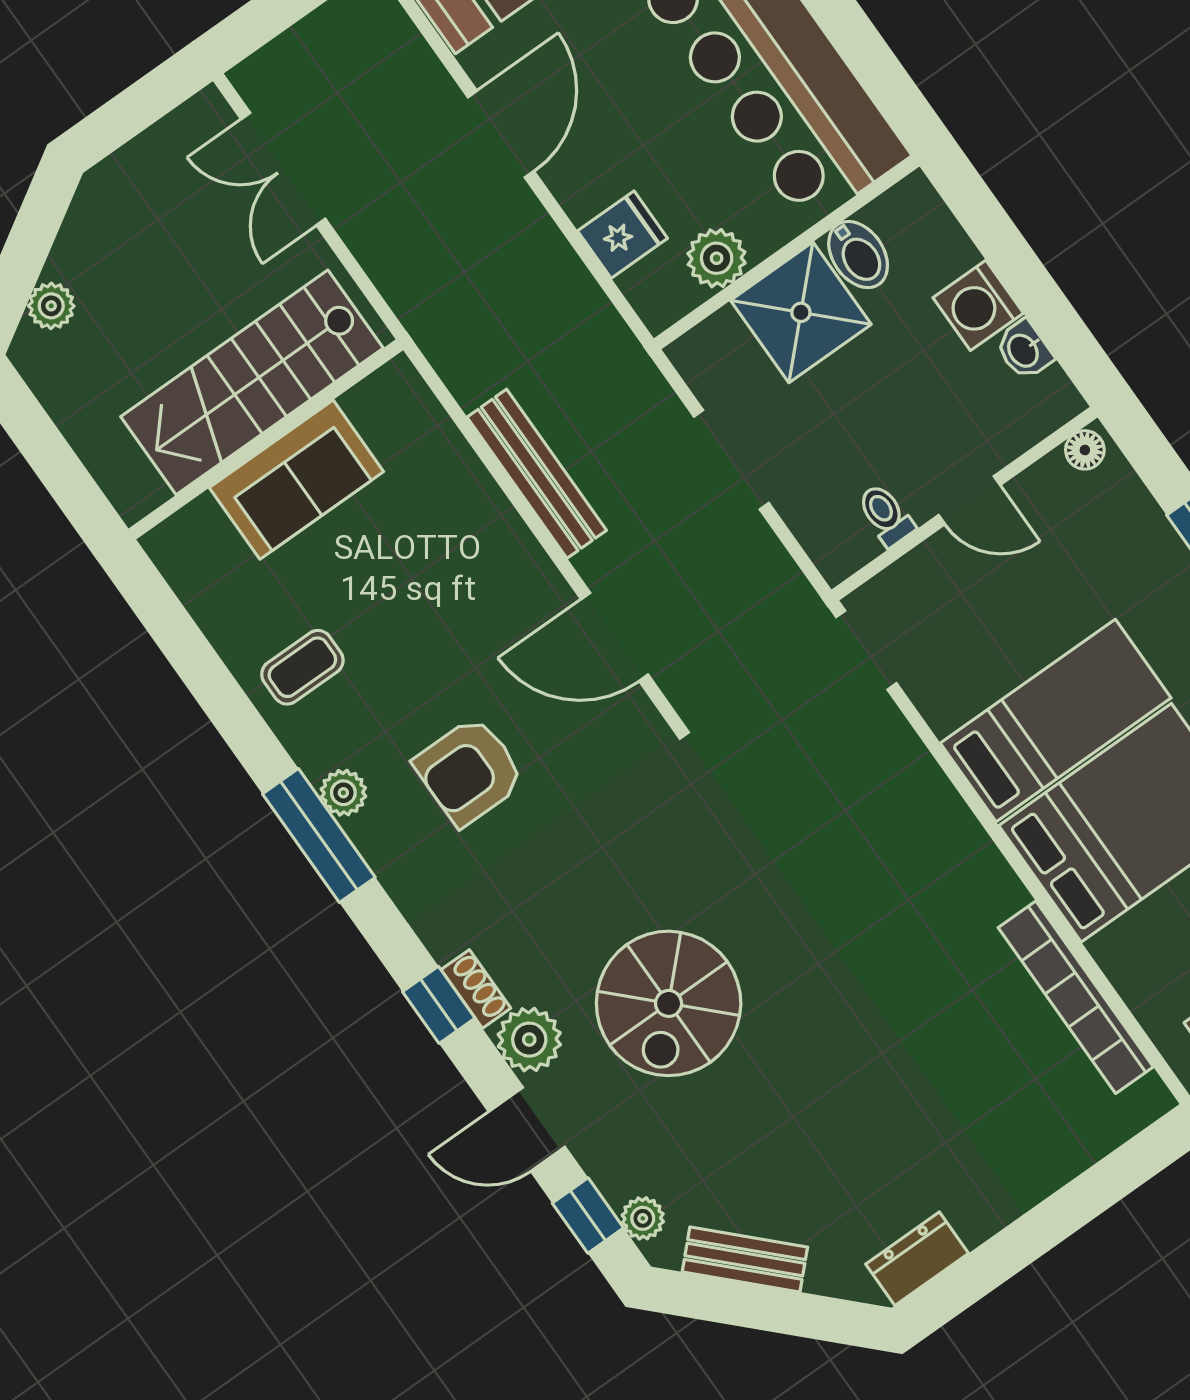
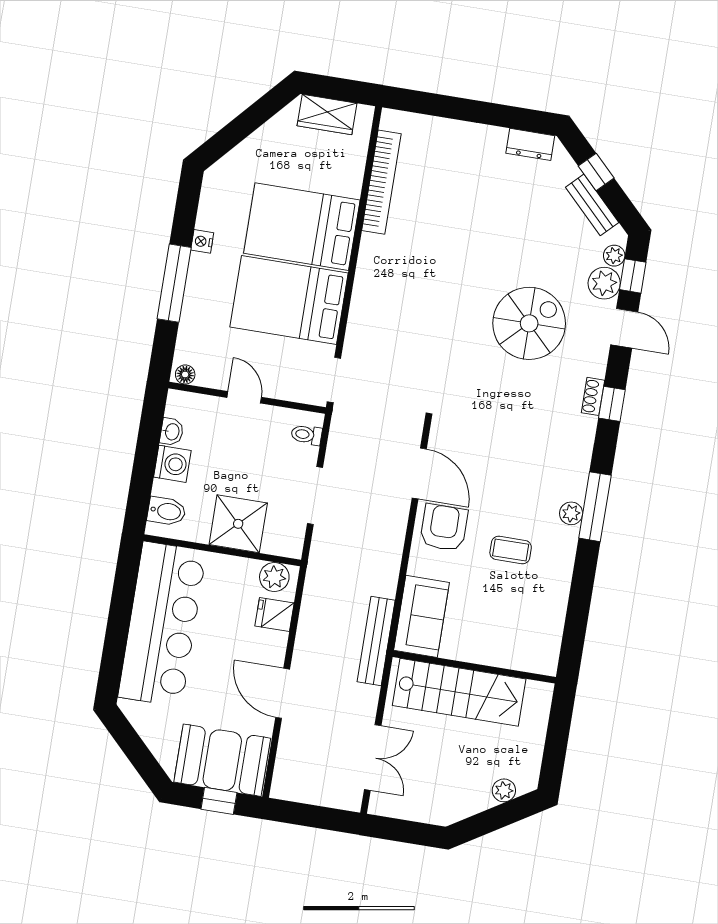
door: (501, 134) -> (283, 693), hinge flipped
bidet: (858, 255) -> (166, 511), moved, turned 90
plant: (717, 258) -> (274, 577), moved
bench: (537, 474) -> (376, 641), moved
sofa: (296, 480) -> (422, 616), moved, turned 90
toilet: (886, 515) -> (307, 435), moved, turned 90
coffee table: (302, 667) -> (511, 550), moved
bed: (1056, 721) -> (289, 300), width x1.50
armchair: (469, 771) -> (444, 528), moved, turned -90
plant: (529, 1040) -> (604, 283), moved
window: (785, 1312) -> (596, 172), added

